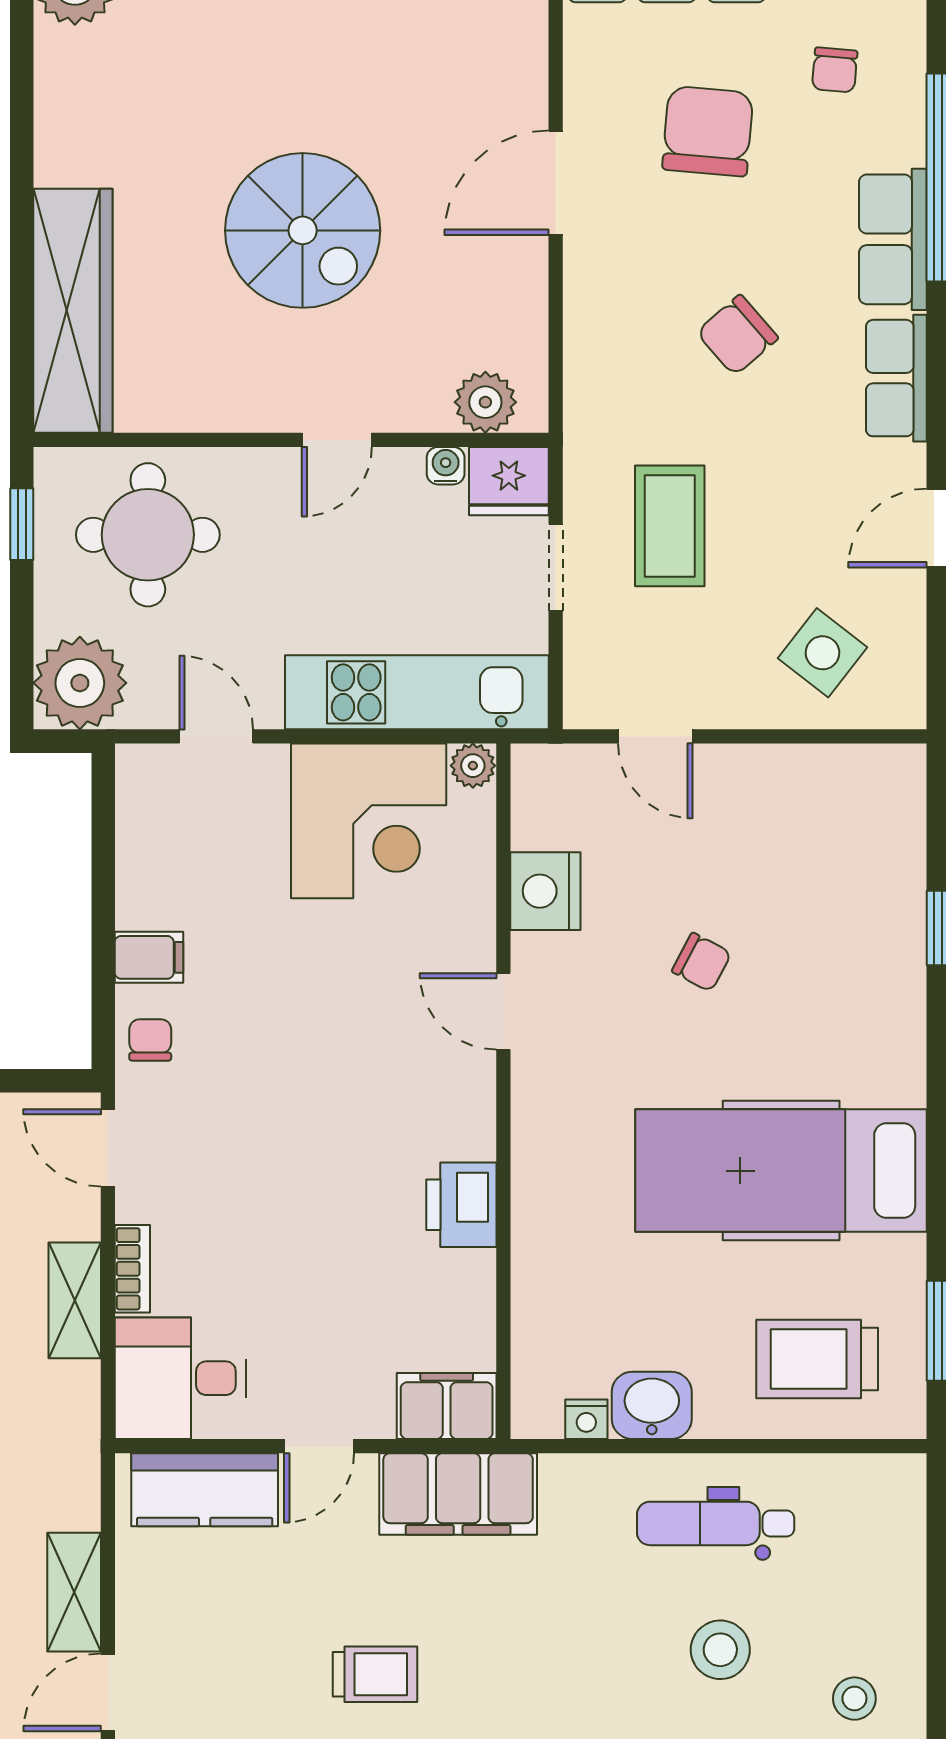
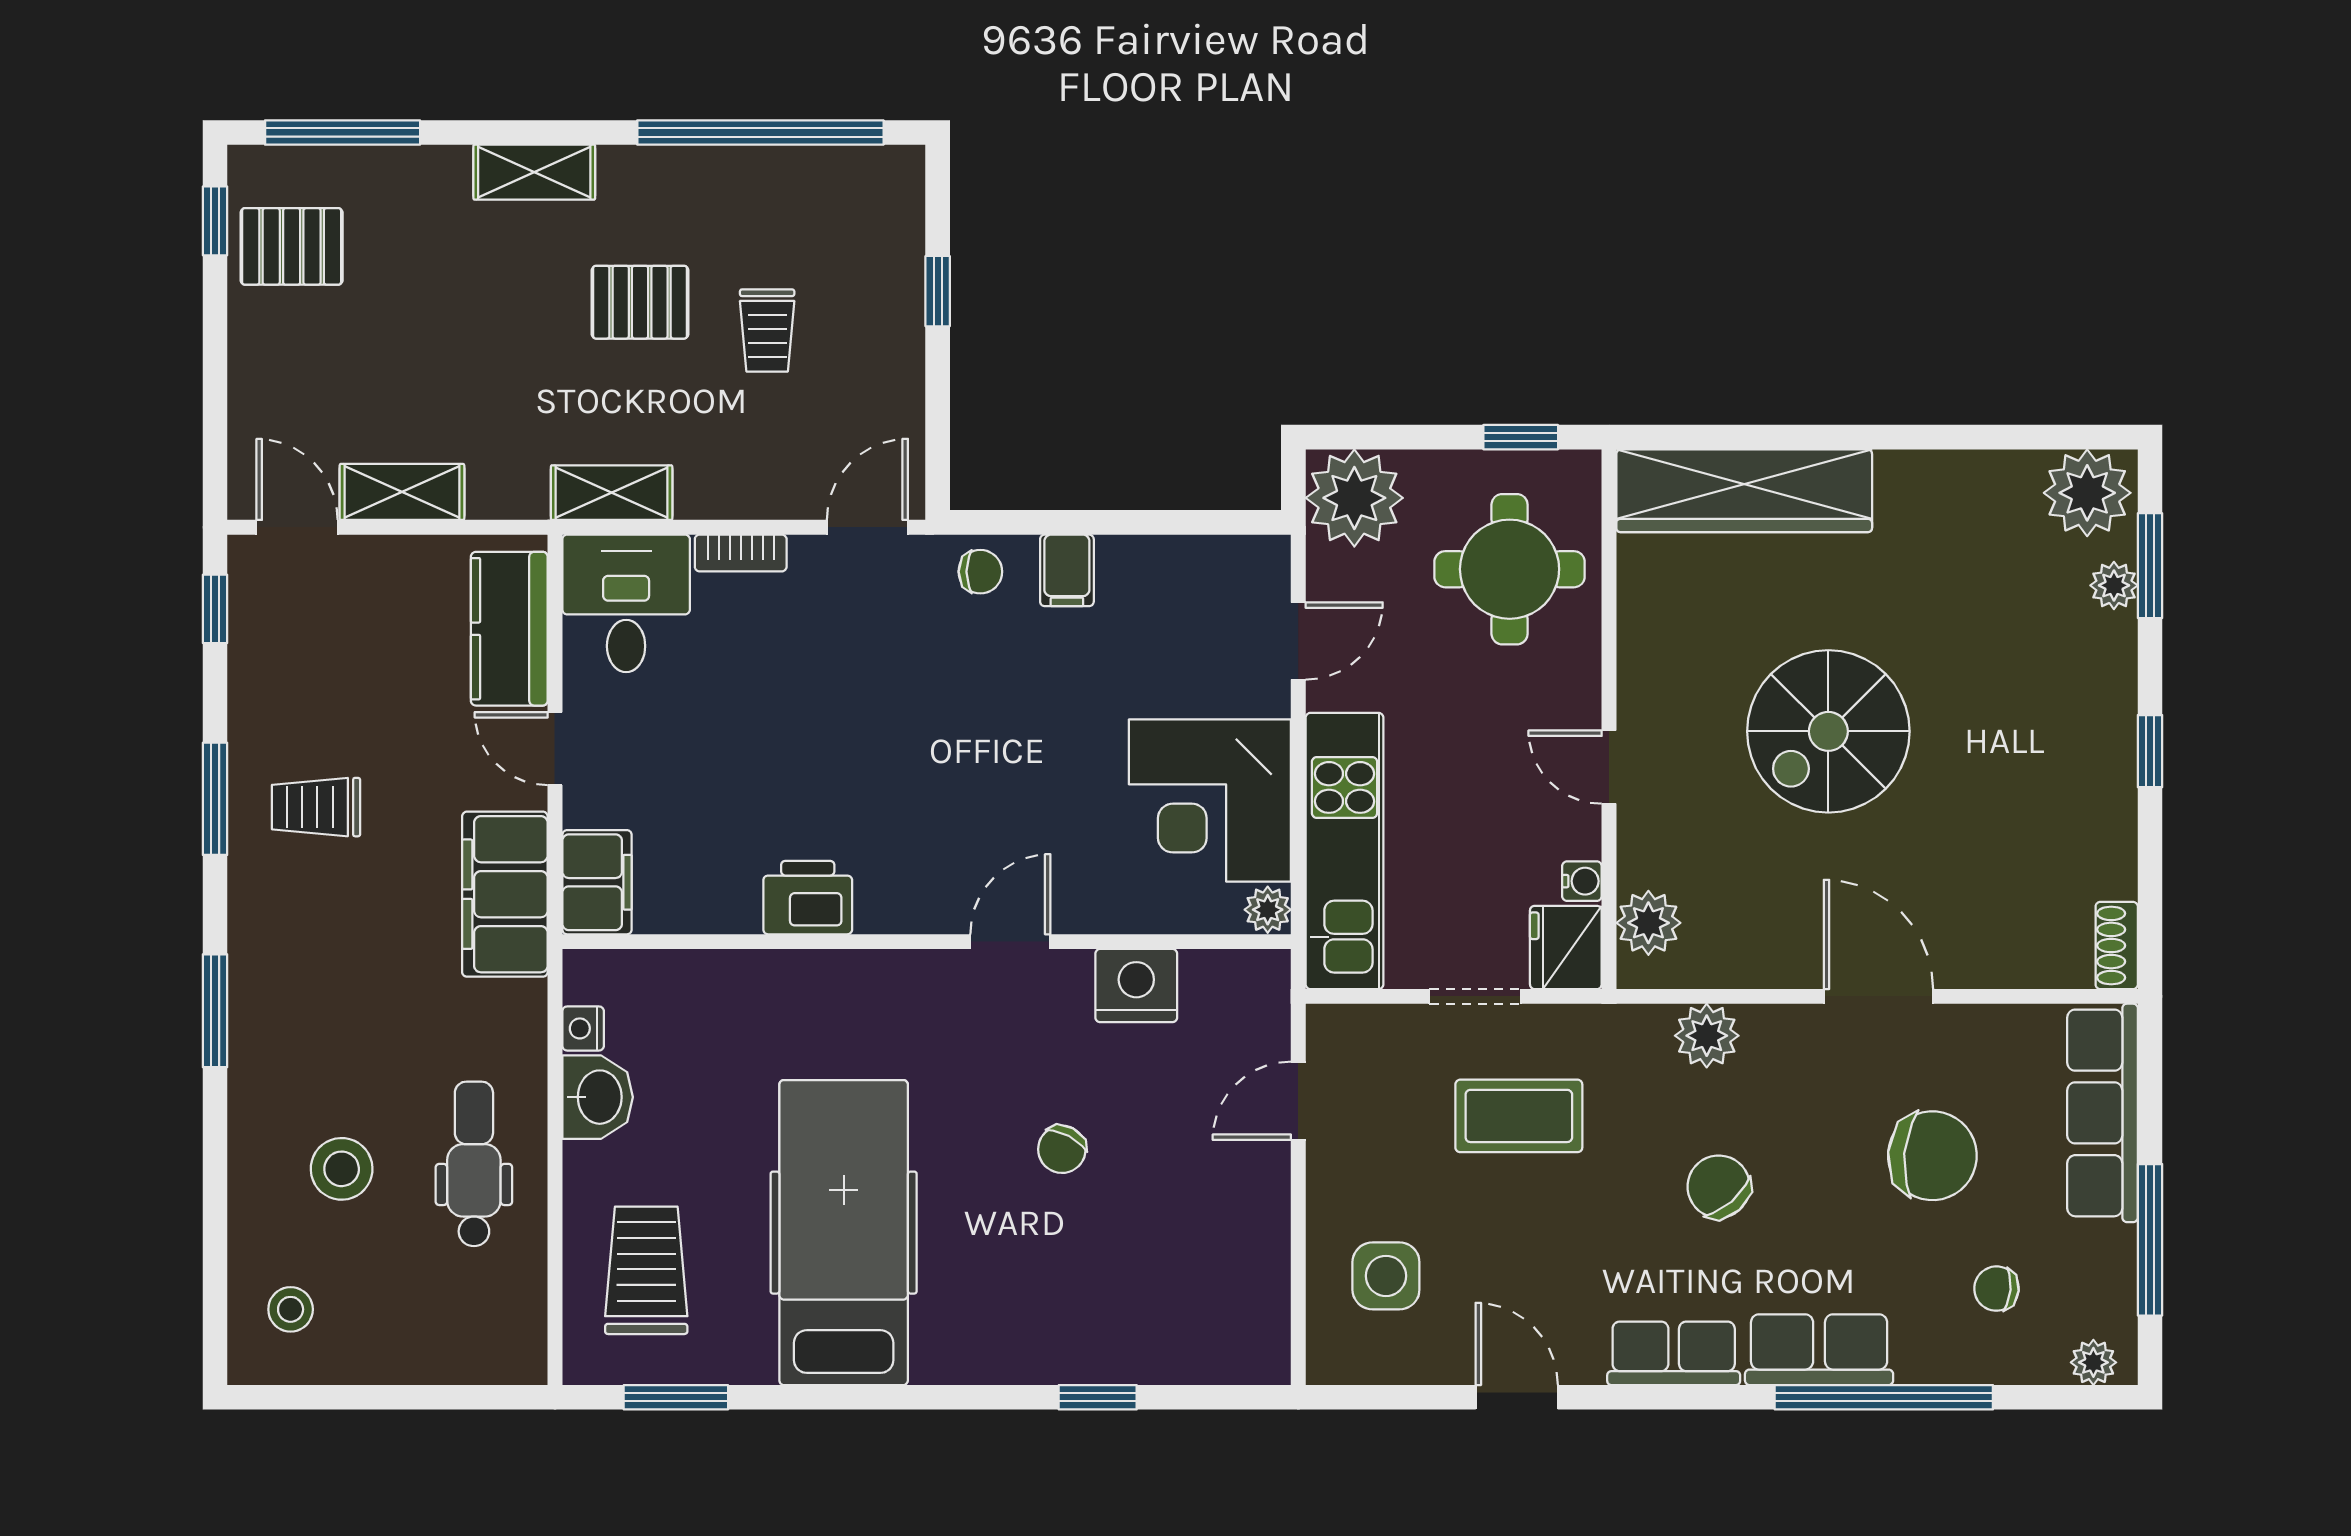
plant: (593, 347) -> (1707, 1036), added
side table: (822, 653) -> (1386, 1276), turned -38
shelving: (75, 1300) -> (612, 493), moved
trolley: (375, 1674) -> (316, 807), turned 90

